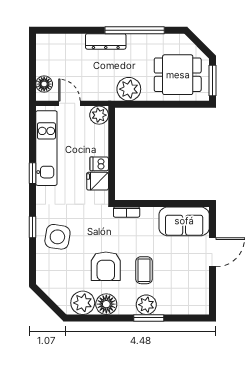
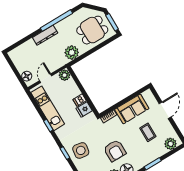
door: (69, 103) -> (46, 78), hinge flipped
sofa: (184, 221) -> (132, 109), moved
coffee table: (144, 270) -> (148, 132), moved
plant: (146, 305) -> (171, 144), moved

